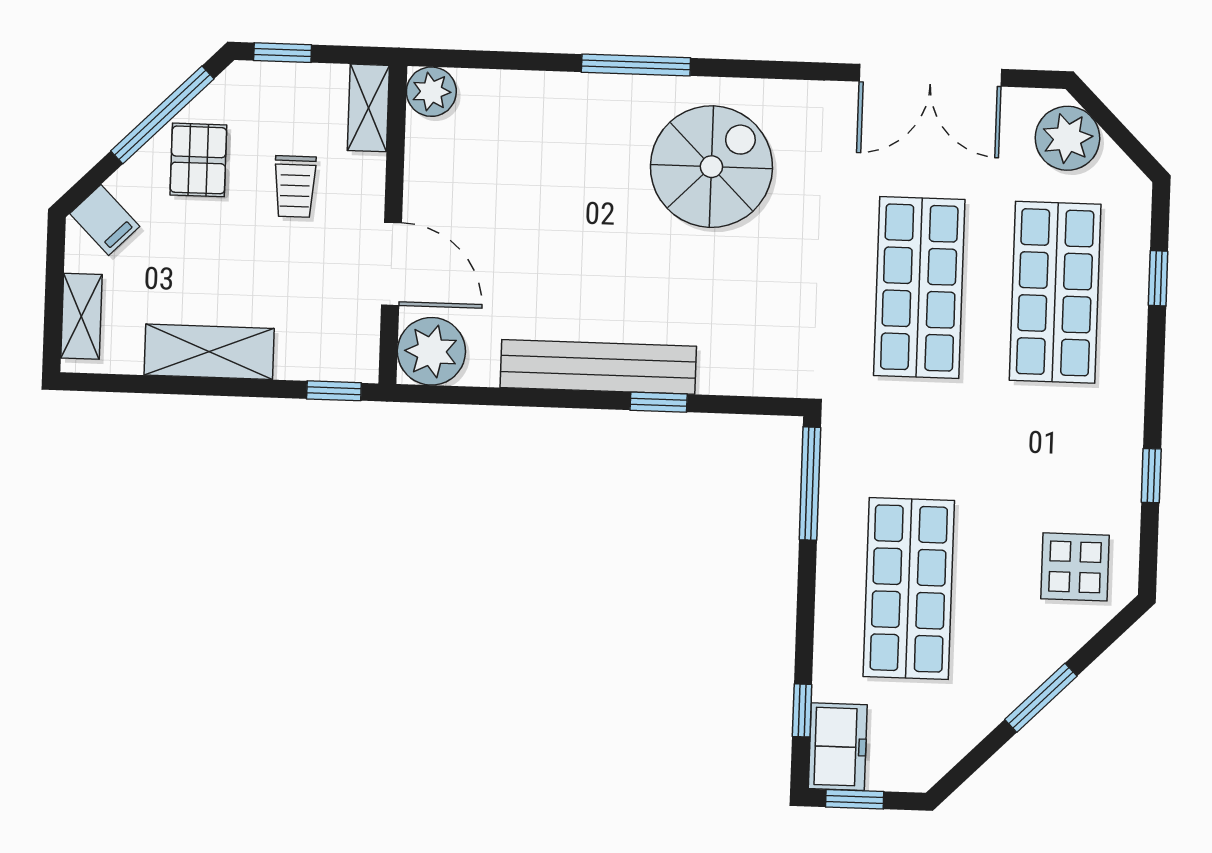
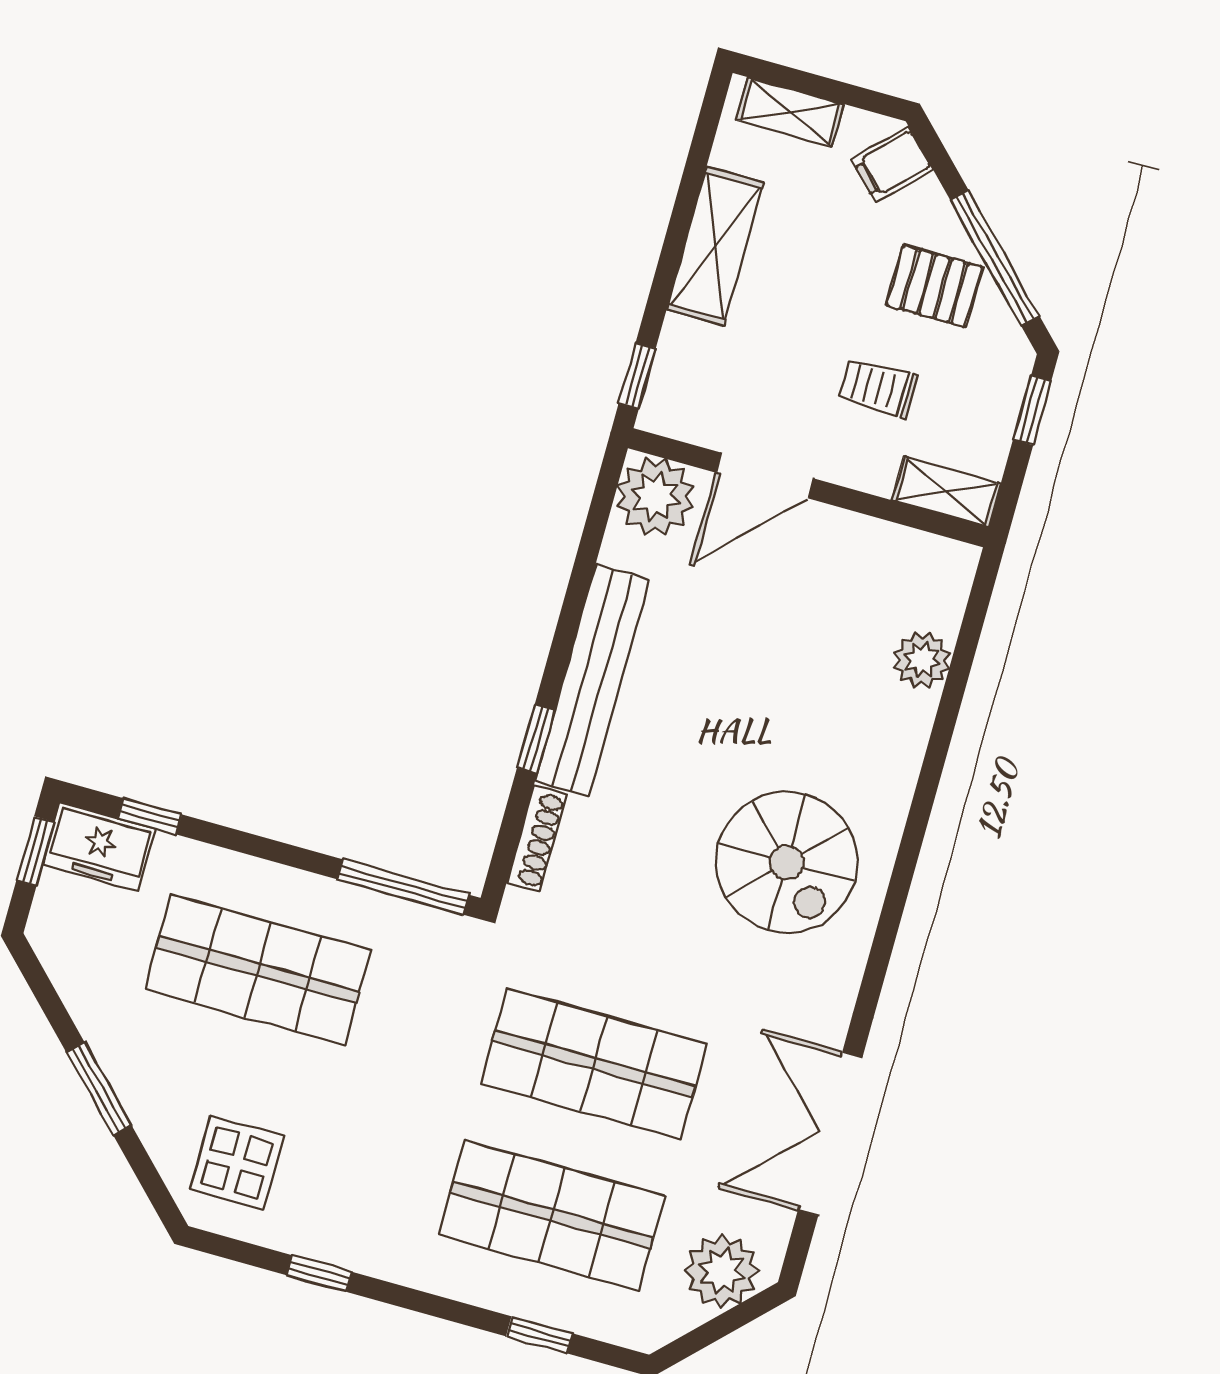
window: (636, 65) -> (922, 805), removed
plant: (431, 92) -> (922, 660), moved
shoe rack: (743, 381) -> (537, 839), added

